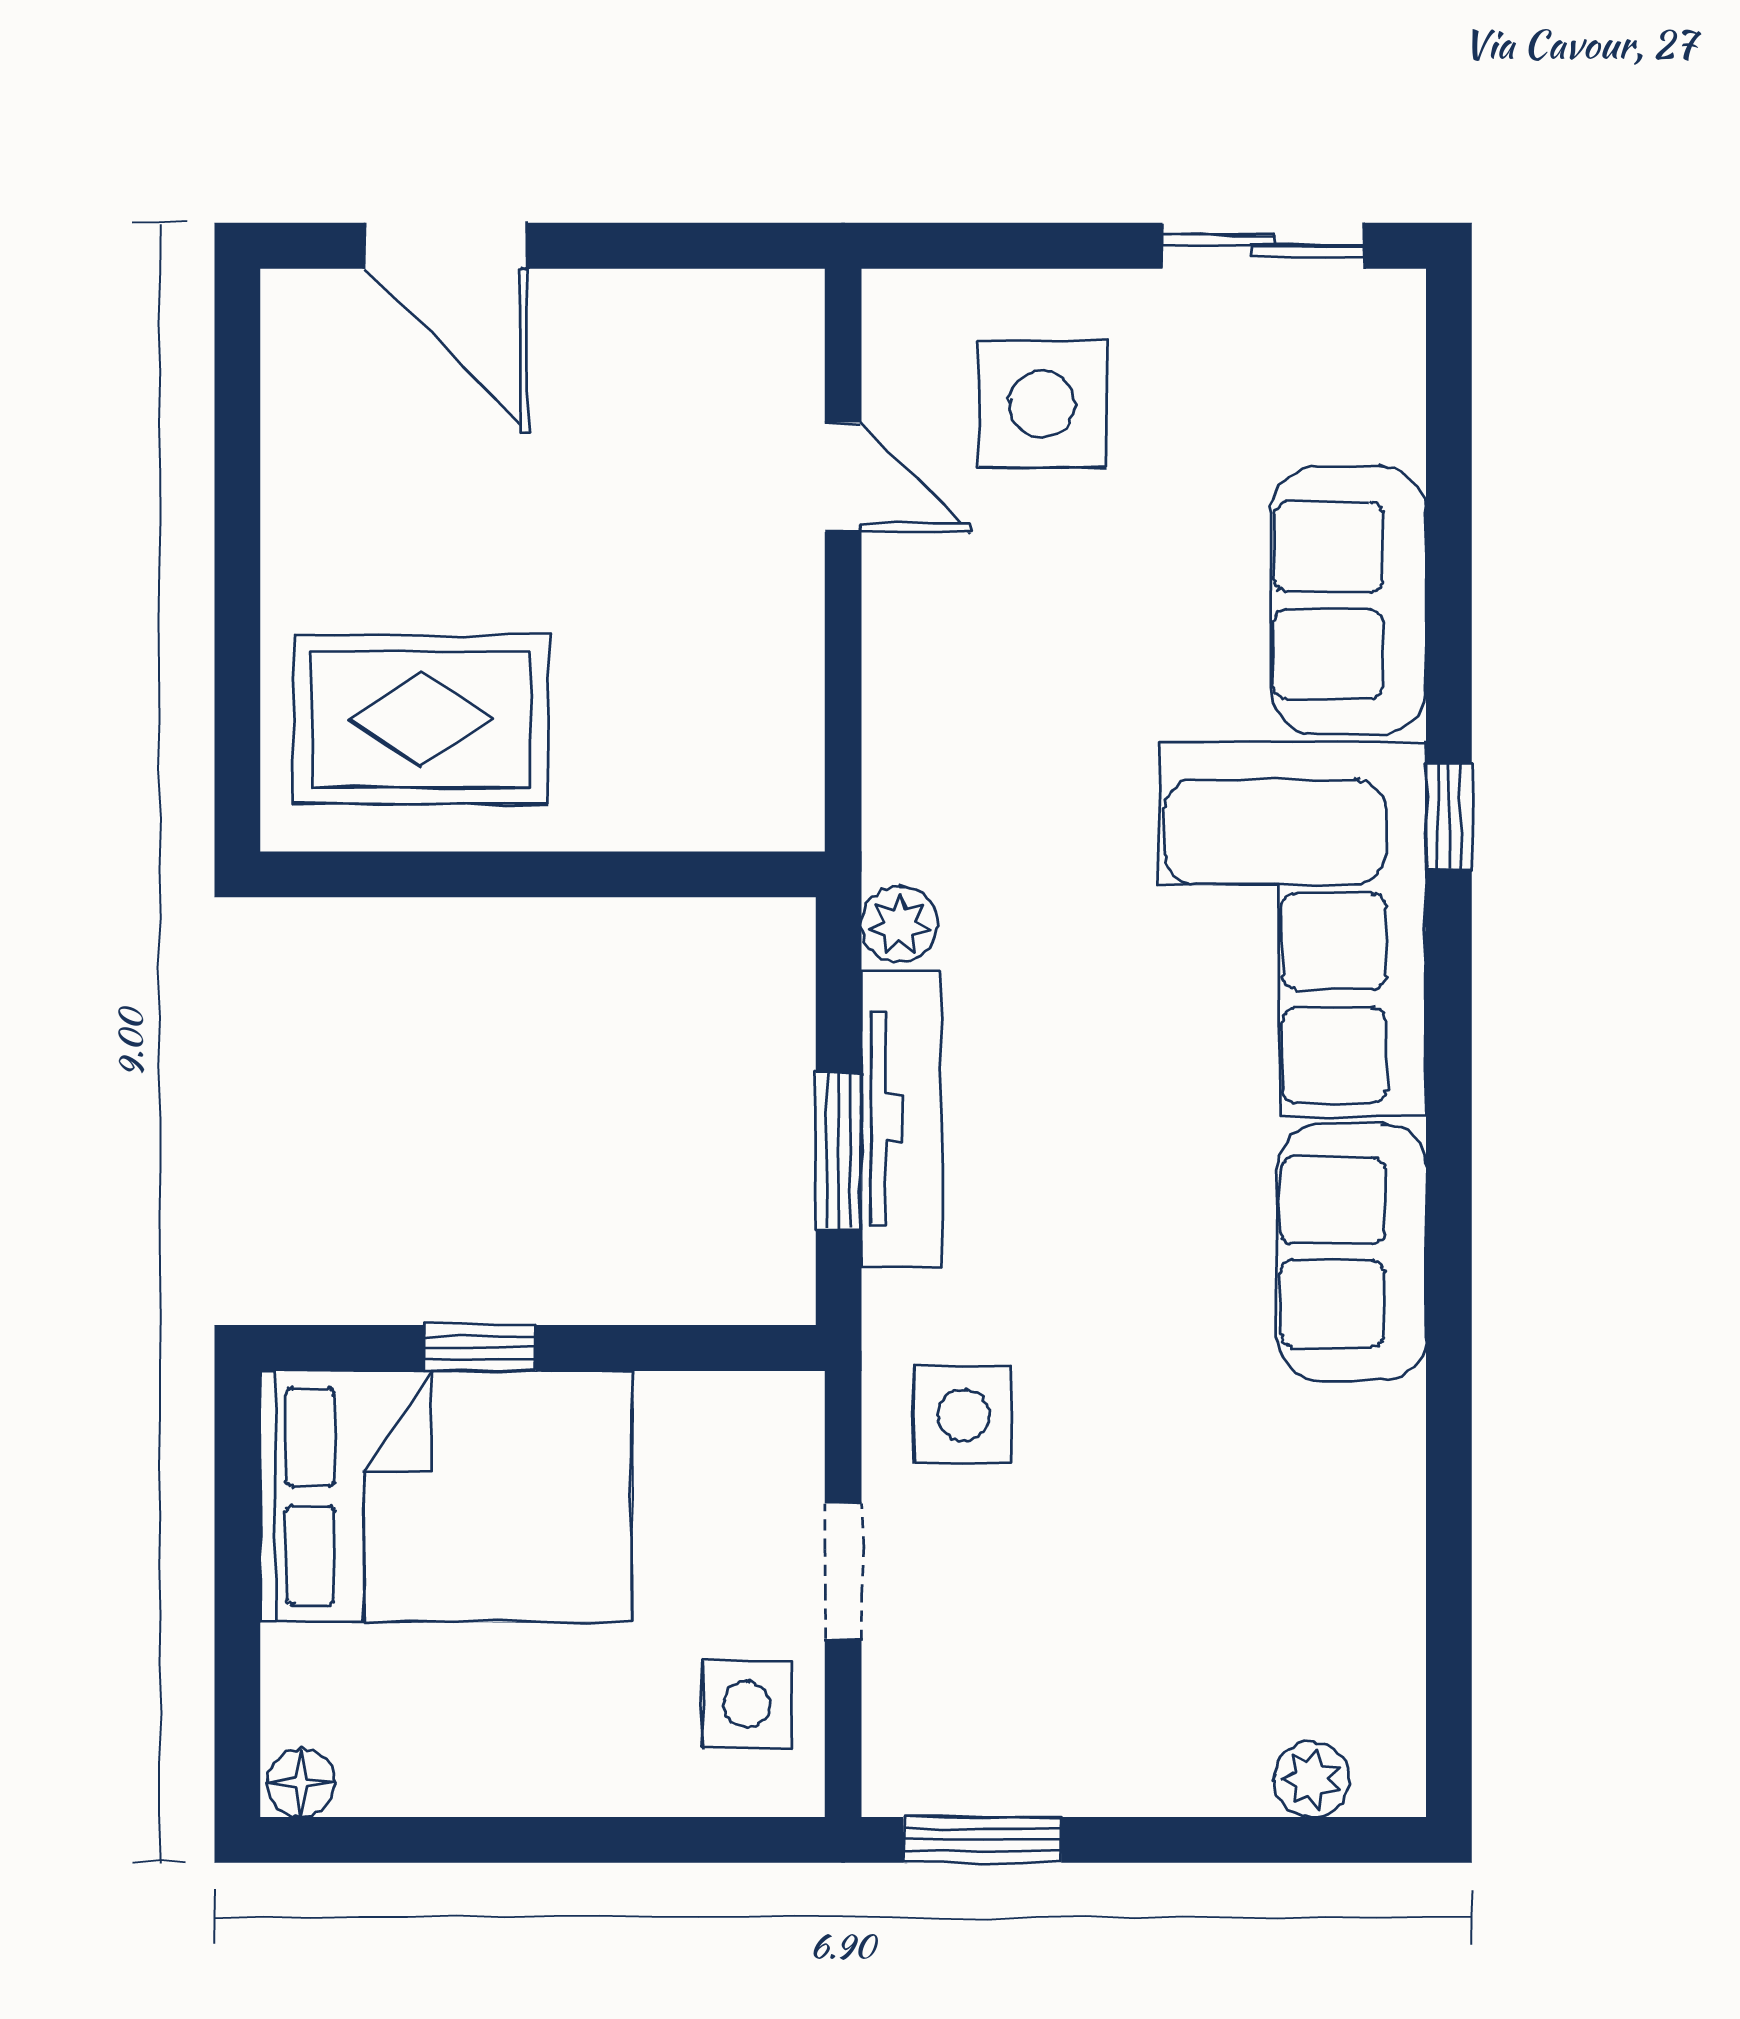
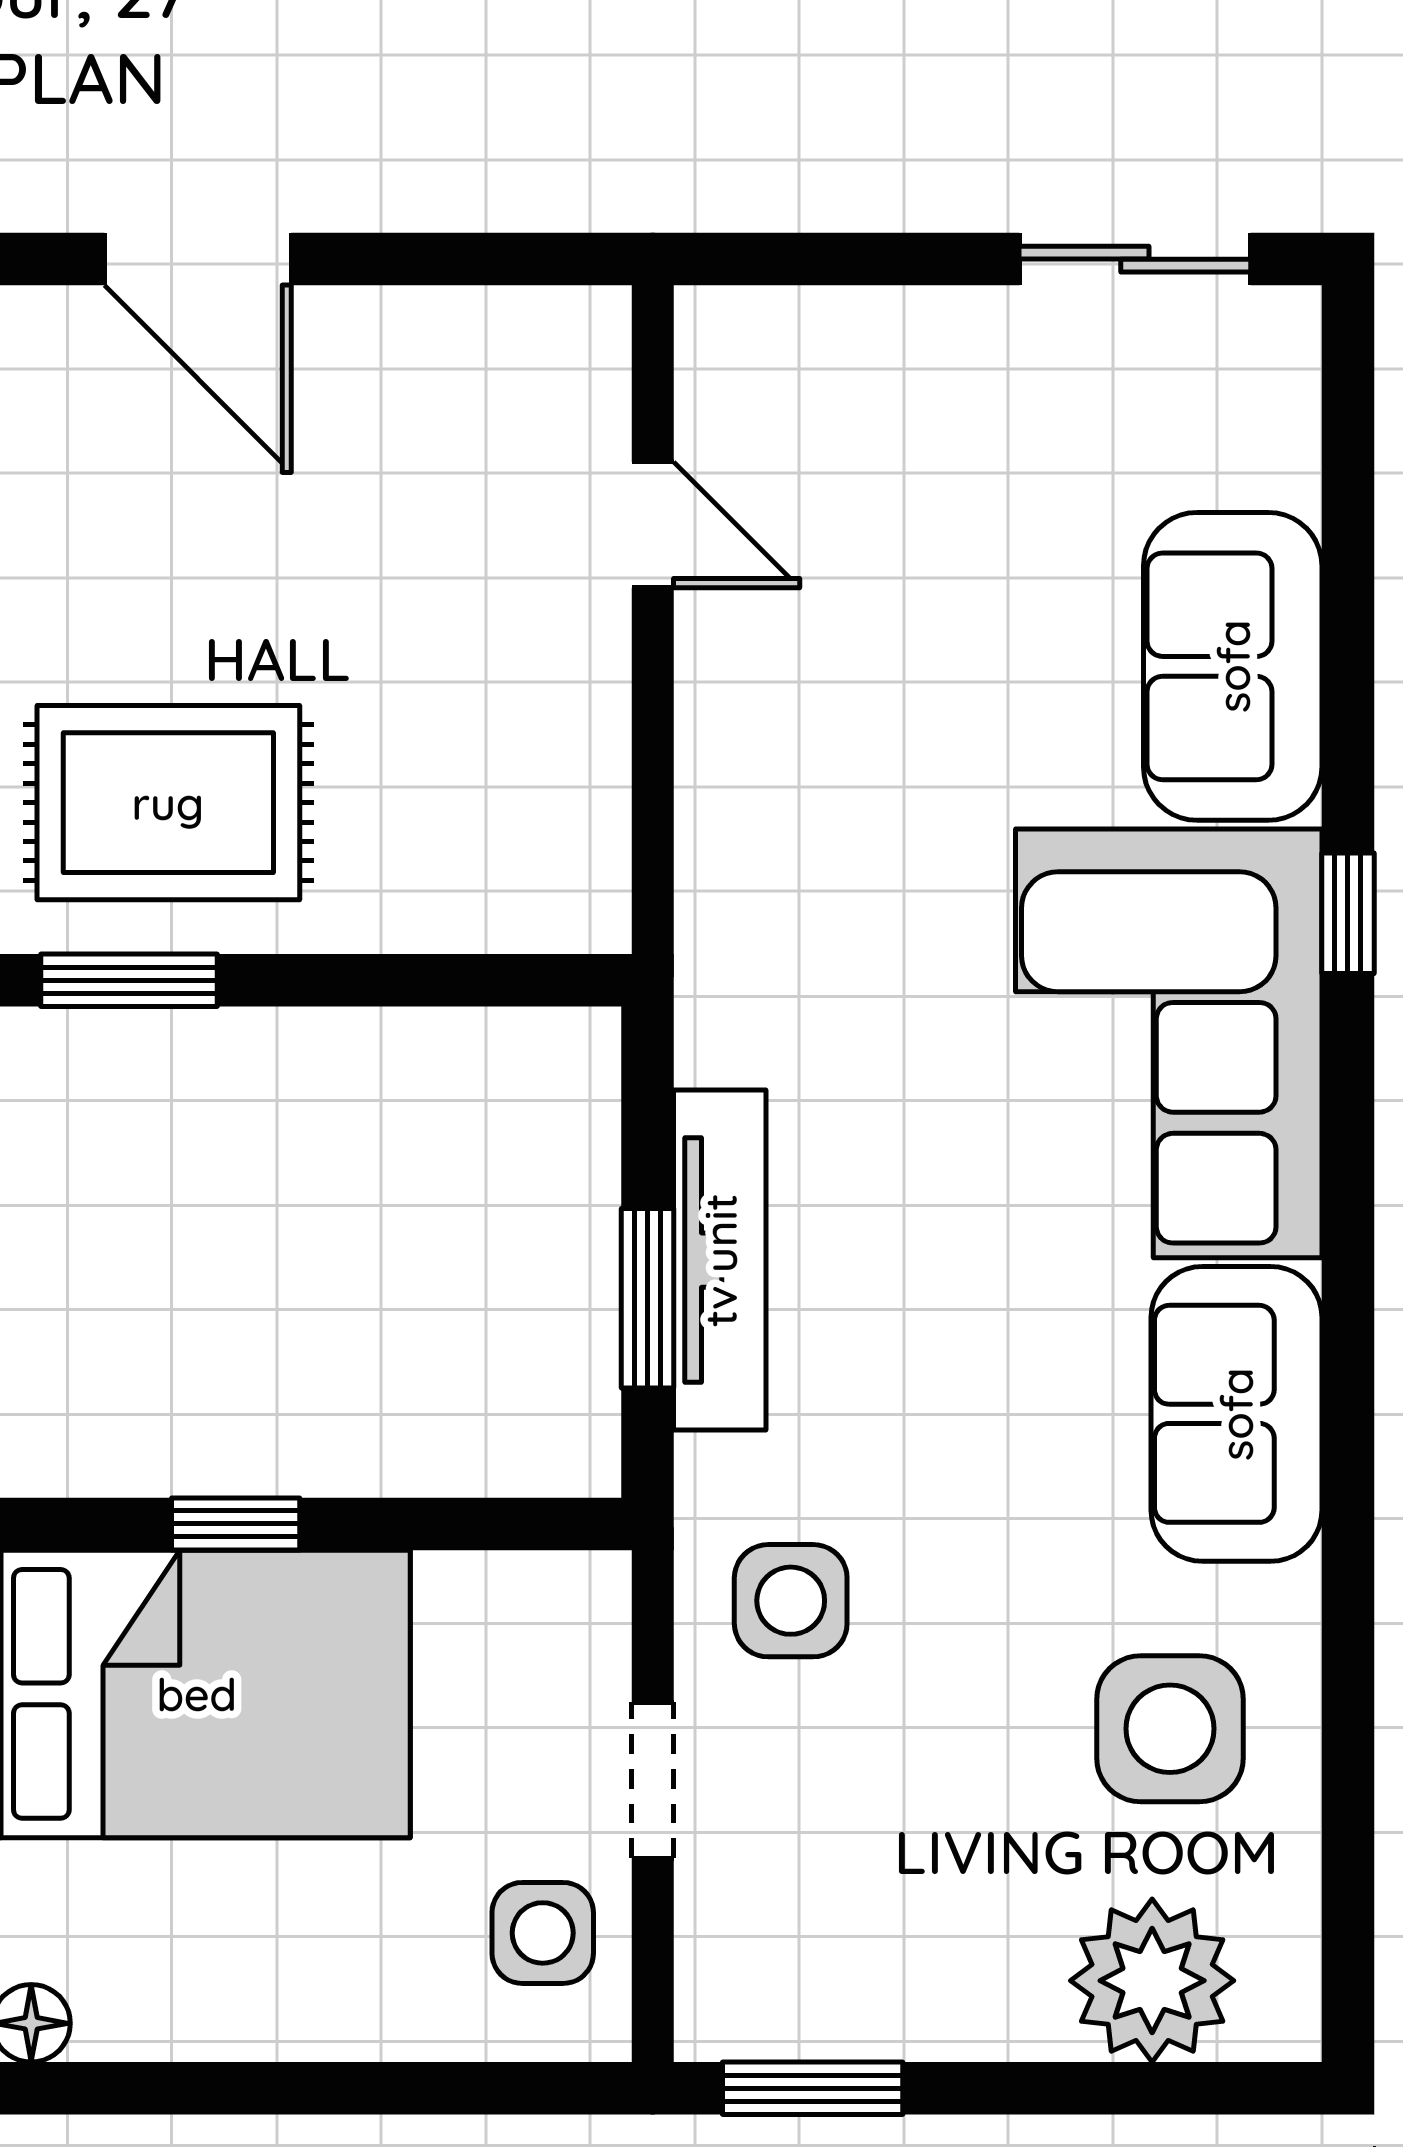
side table: (1042, 404) -> (1170, 1729), moved
window: (387, 874) -> (129, 980), added
plant: (899, 925) -> (717, 1038), removed
plant: (1312, 1779) -> (1152, 1981), width x1.88, depth x1.88

